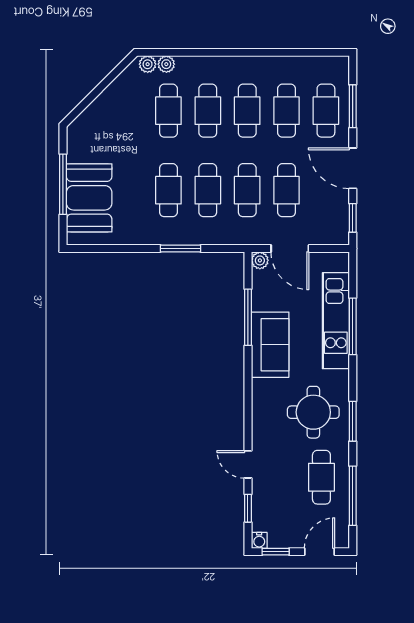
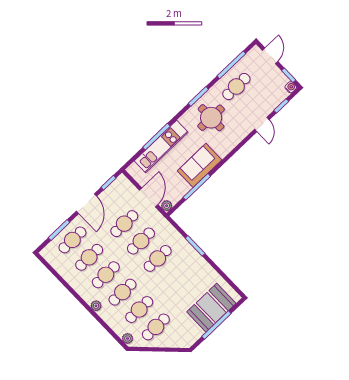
plant: (166, 64) -> (96, 306), moved
cafe table: (168, 190) -> (156, 327), moved
door: (319, 552) -> (270, 56), swing flipped

